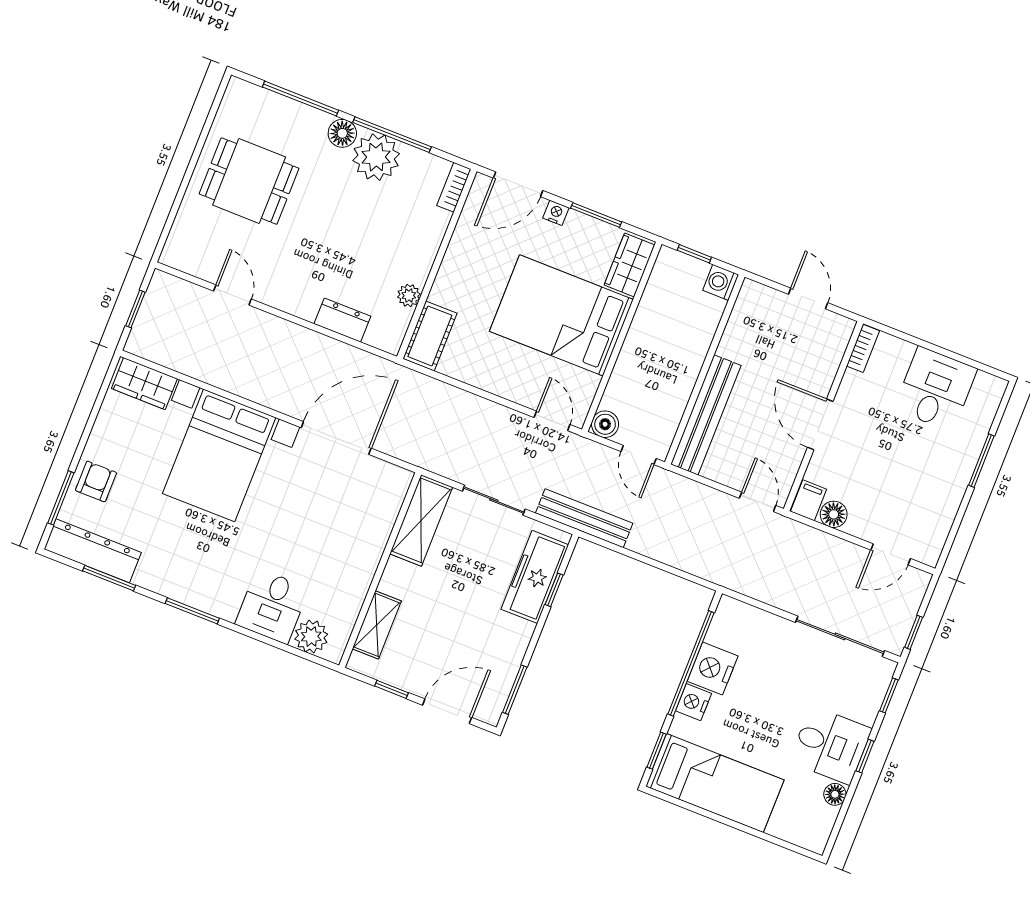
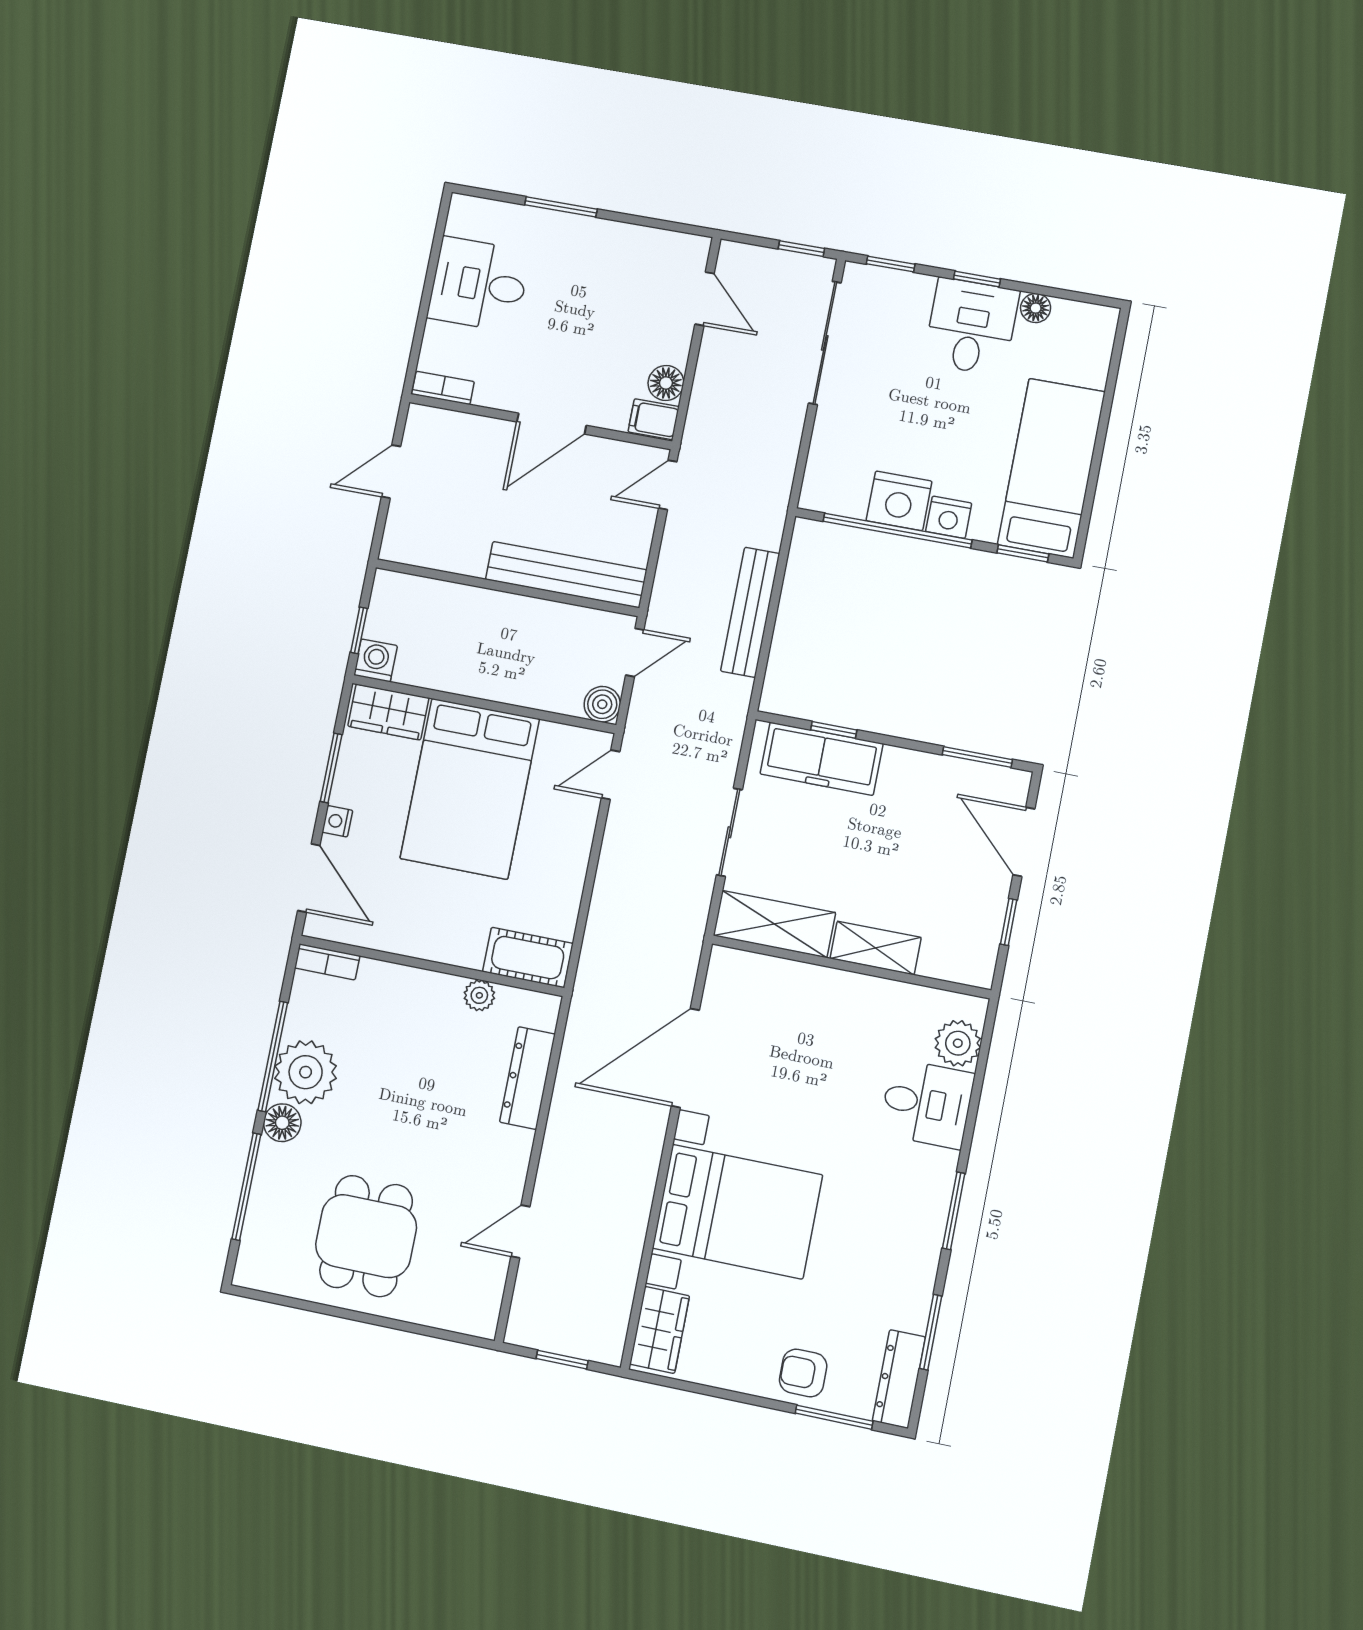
washing machine: (721, 282) -> (376, 660), moved, turned 180
dresser: (342, 320) -> (527, 1078), width x1.44
door: (336, 438) -> (685, 1058), hinge flipped
bench: (584, 518) -> (750, 612), moved
dresser: (93, 551) -> (899, 1379), width x0.73, depth x0.80
shelving: (377, 625) -> (876, 948), moved

